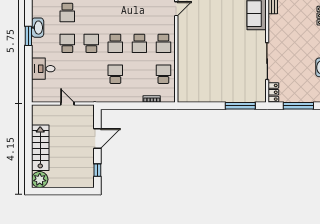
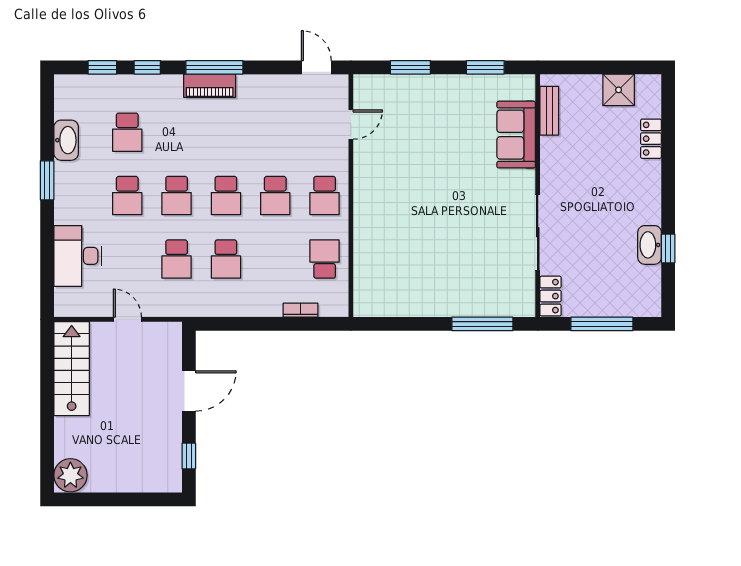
washbasin: (38, 28) -> (66, 140), moved
school desk: (67, 43) -> (127, 196), turned 180
school desk: (91, 43) -> (177, 196), turned 180
desk: (43, 69) -> (78, 256), width x1.37
school desk: (91, 74) -> (177, 259), added
school desk: (115, 74) -> (226, 259), turned 180
stairs: (40, 148) -> (72, 369), moved

